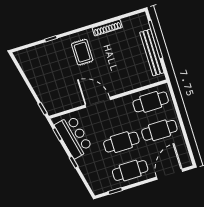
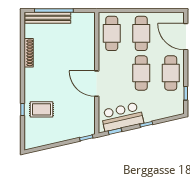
rug: (82, 52) -> (41, 109), moved
bench: (152, 53) -> (48, 18), moved
door: (98, 102) -> (97, 84), hinge flipped

